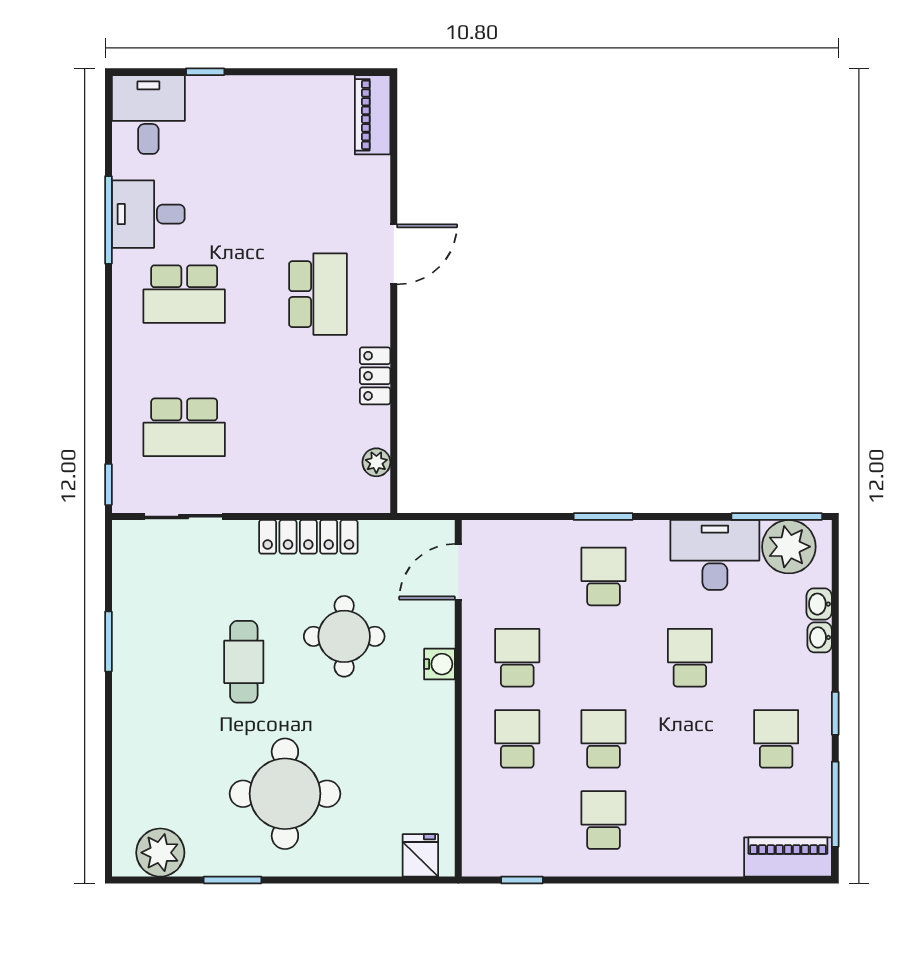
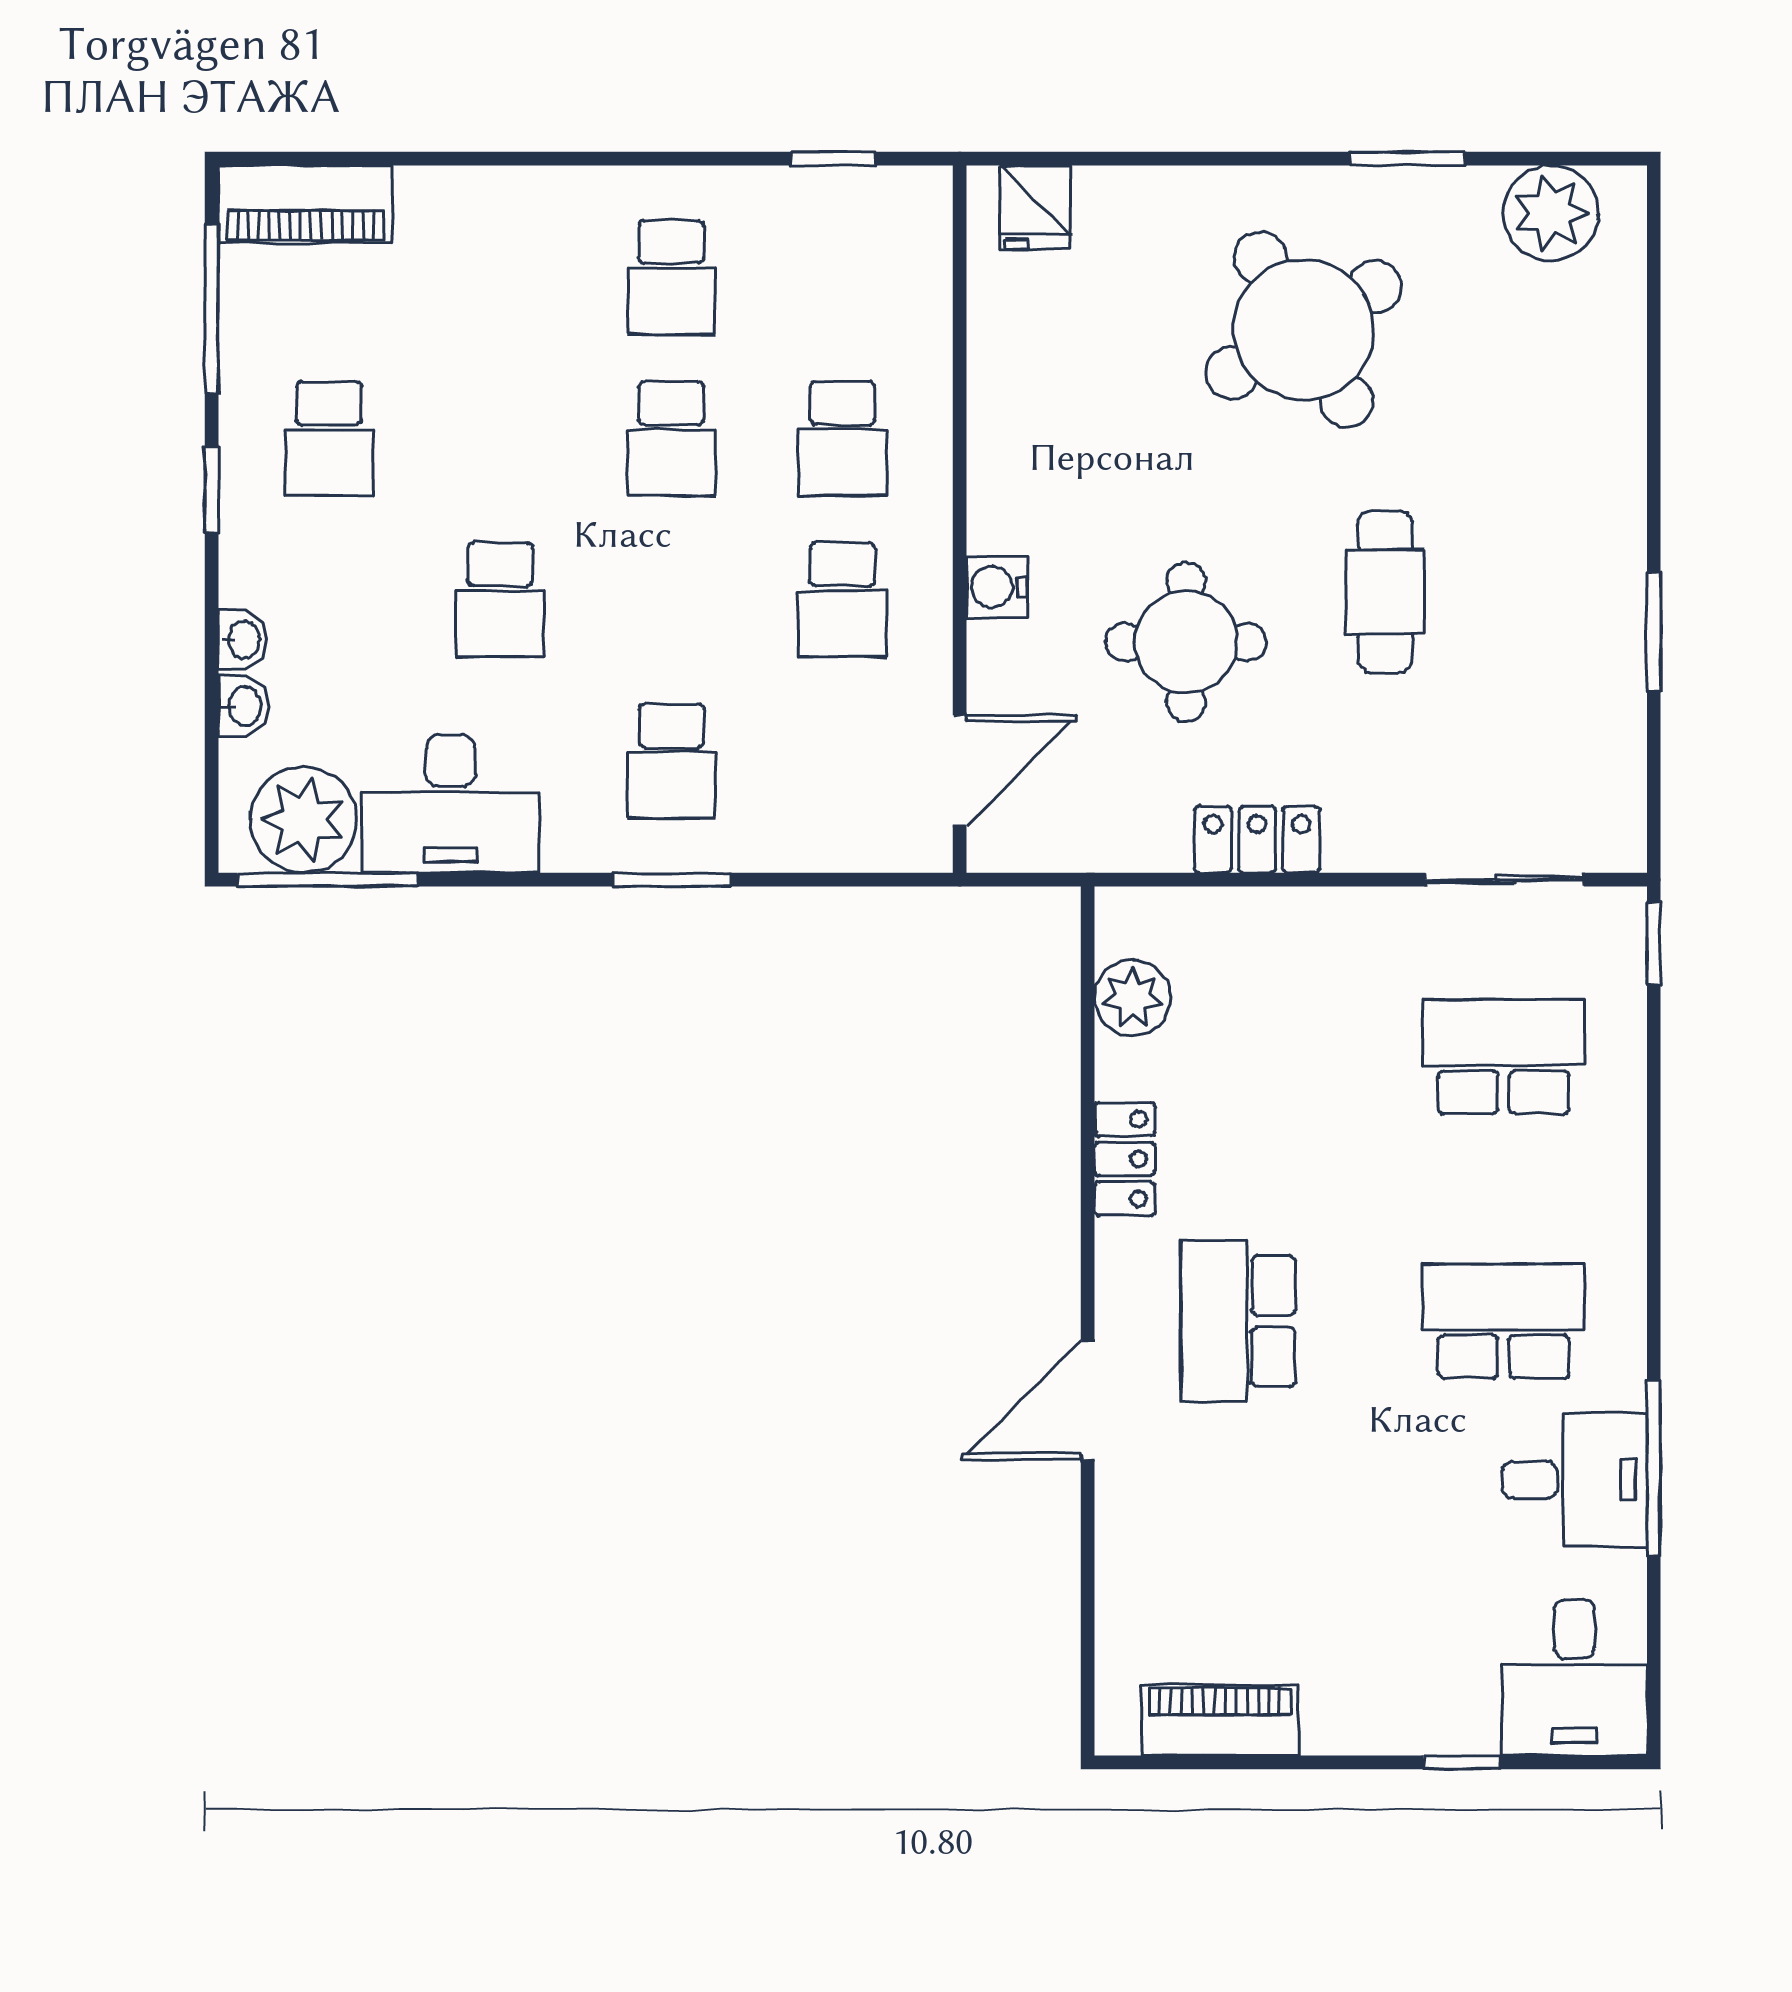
piano: (373, 115) -> (1220, 1720), moved, turned -90
plant: (376, 462) -> (1133, 998), width x1.38, depth x1.38
locker: (308, 537) -> (1257, 840), width x0.66
round table: (285, 794) -> (1303, 330), turned -31

